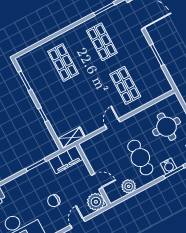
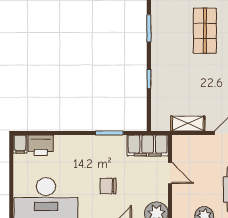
shelving: (71, 138) -> (188, 124), moved
door: (97, 182) -> (170, 173), moved

